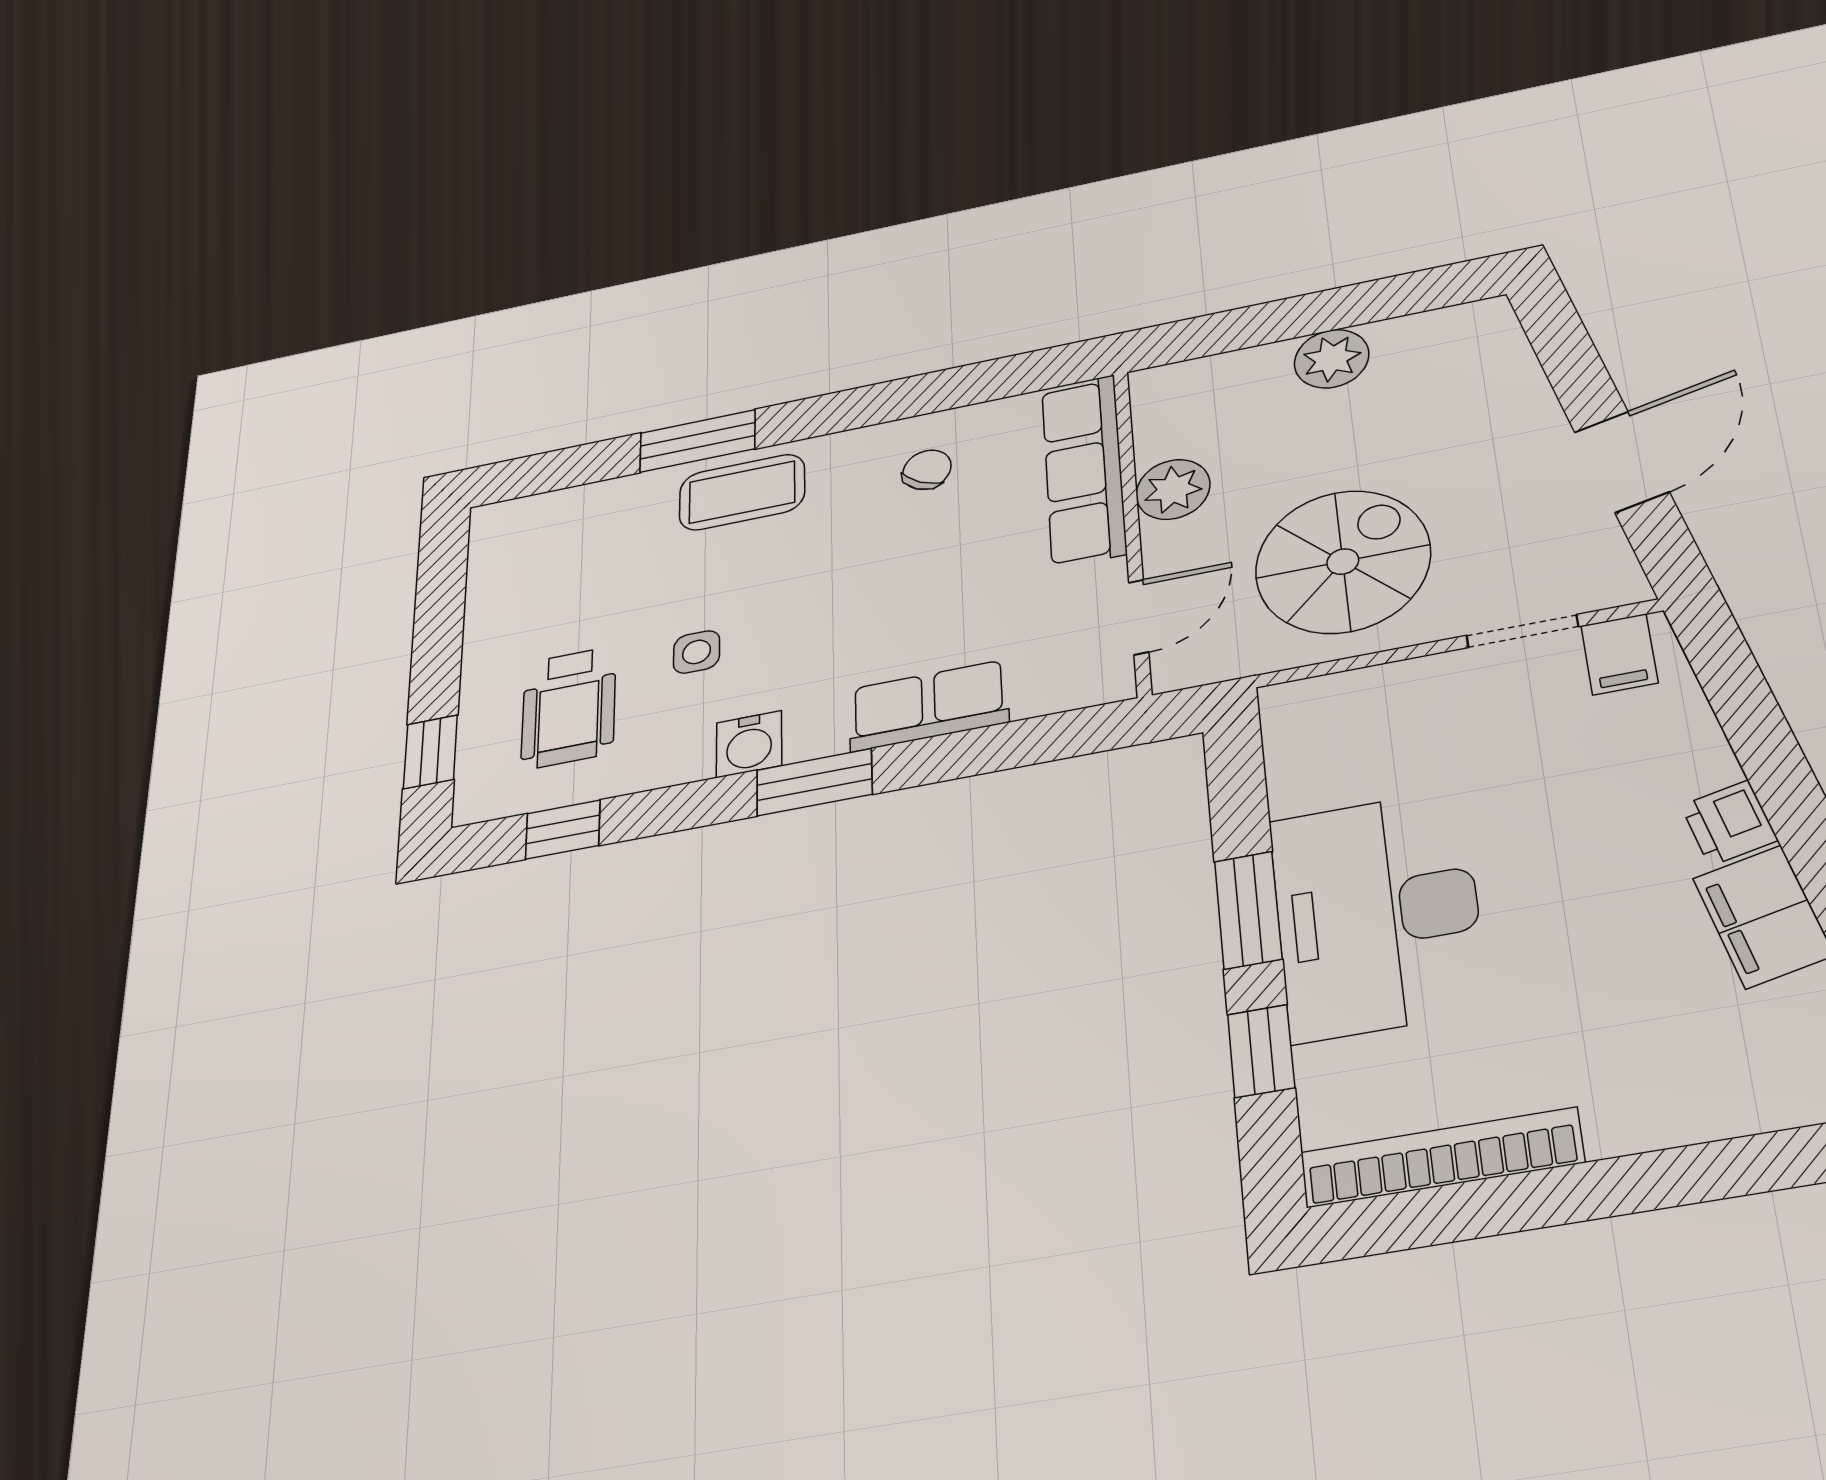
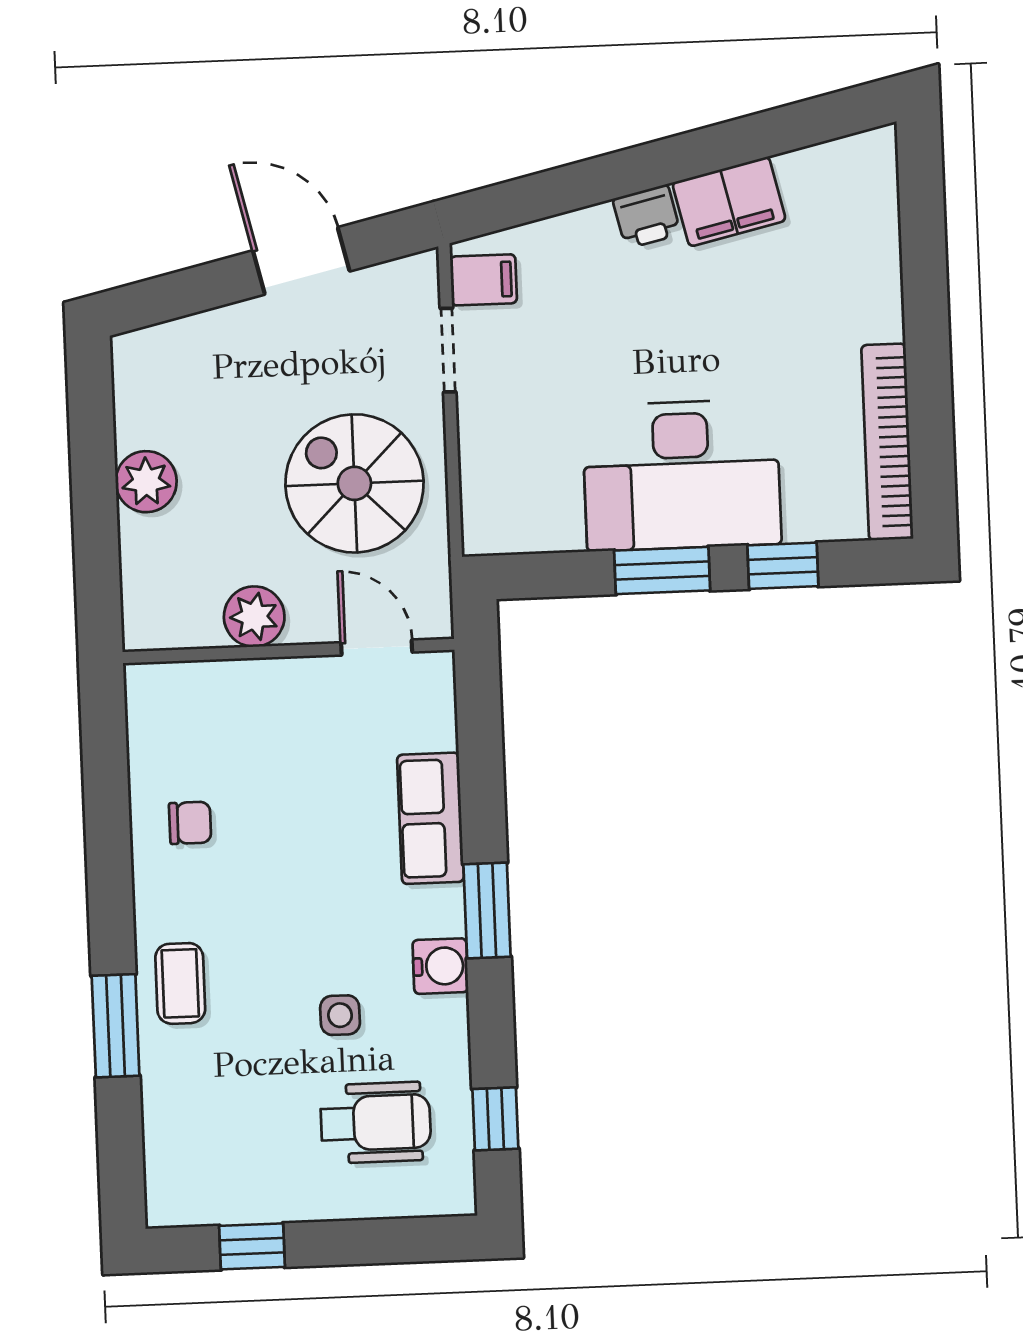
chair: (927, 470) -> (190, 823), turned 152
row of seats: (1084, 470) -> (219, 690), removed
coffee table: (742, 492) -> (180, 983), width x0.73, depth x0.77
window: (430, 752) -> (252, 1246), moved

